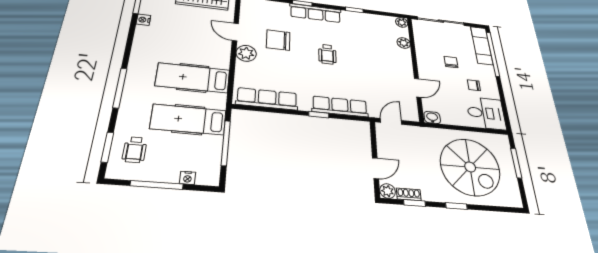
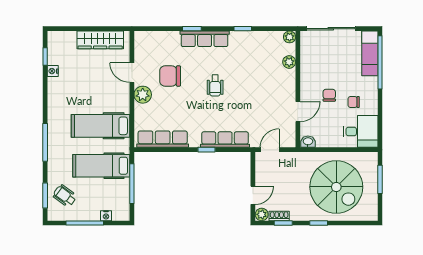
chair: (451, 62) -> (329, 95), moved
wheelchair: (135, 150) -> (65, 196), turned 126

